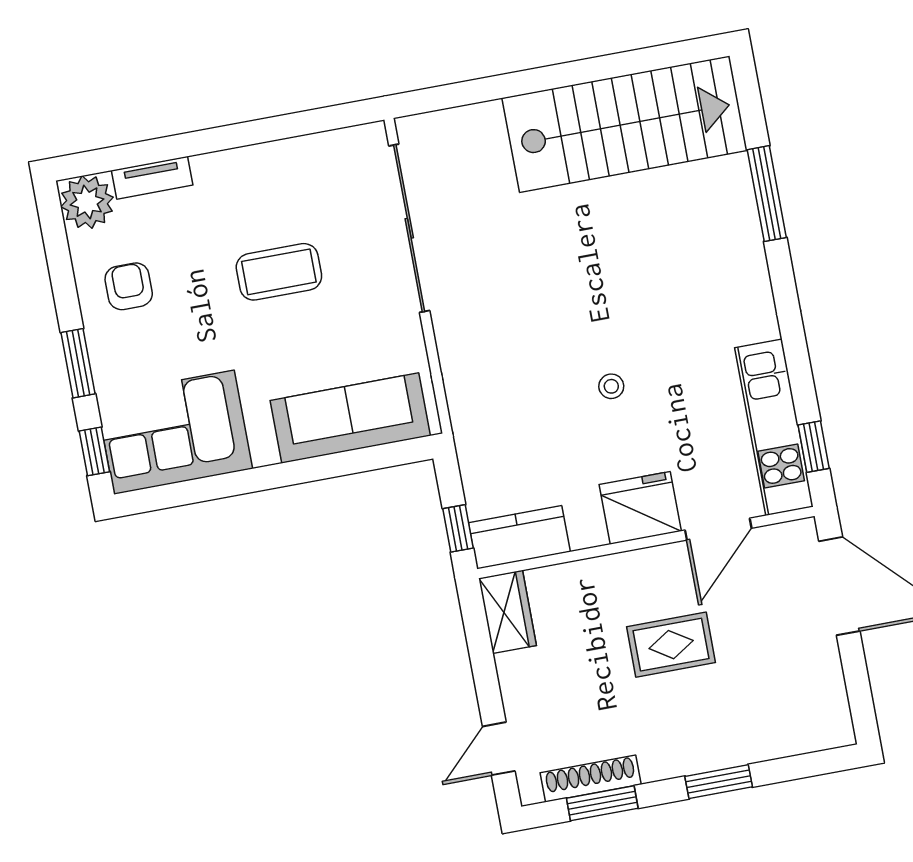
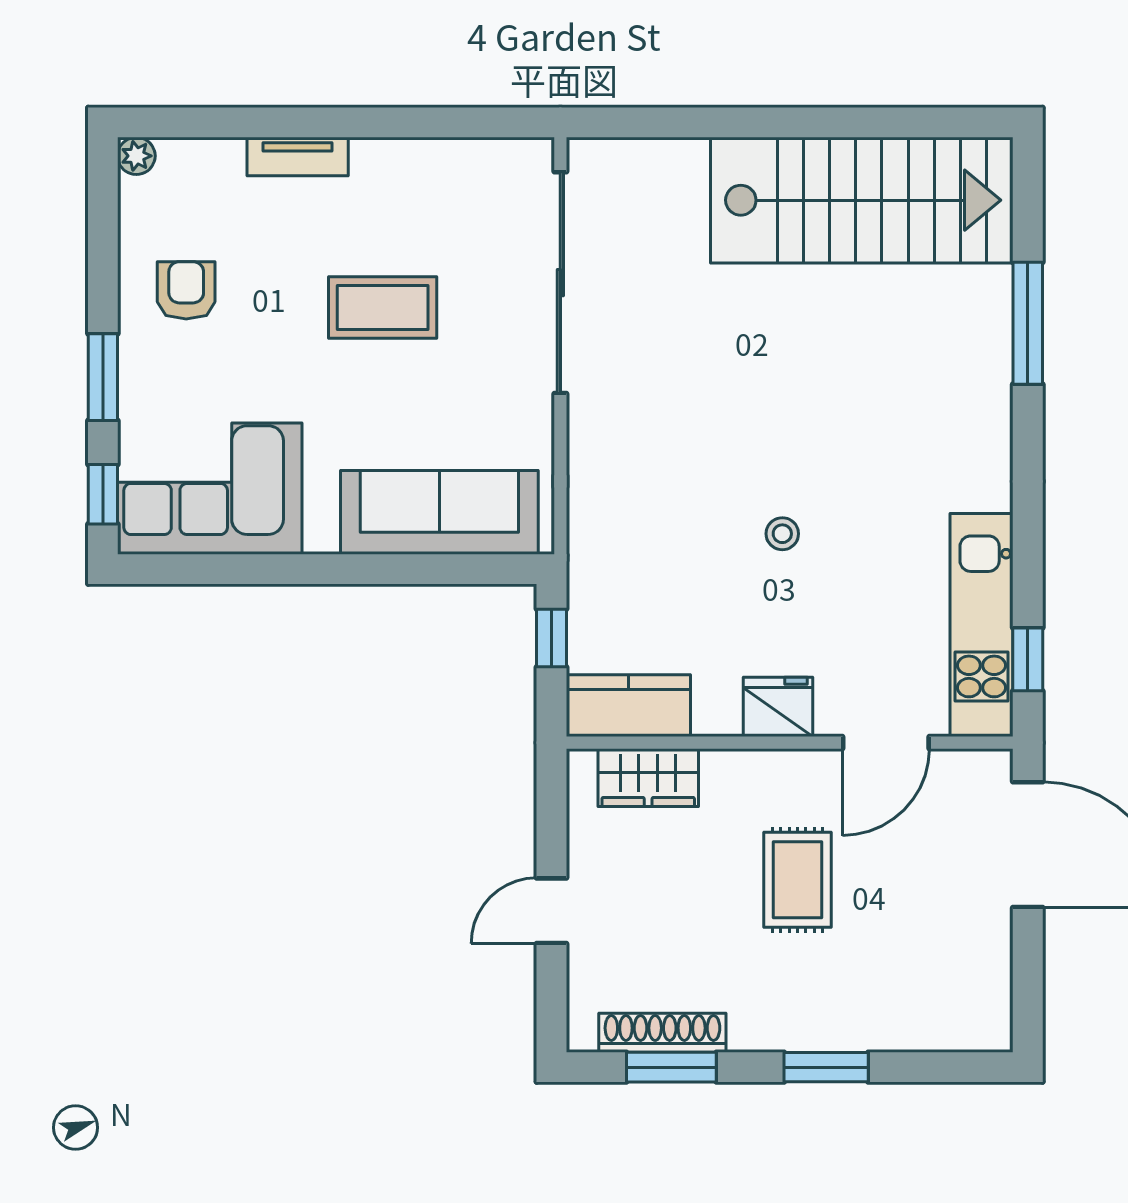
tv unit: (152, 178) -> (298, 156), moved
plant: (87, 202) -> (136, 156), width x0.53, depth x0.53
fridge: (640, 508) -> (778, 707), width x0.73, depth x0.75
window: (458, 528) -> (551, 638), moved
wardrobe: (508, 612) -> (648, 778), moved, turned 90
rug: (671, 645) -> (798, 880), turned 90
door: (499, 749) -> (551, 911), moved

